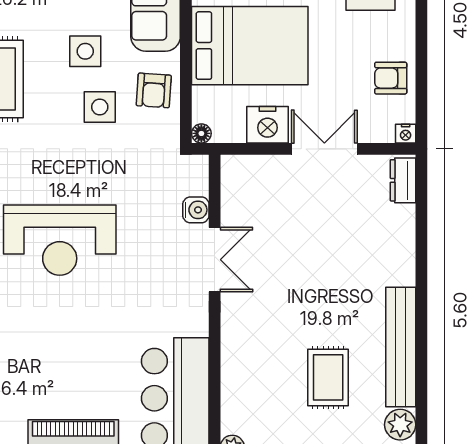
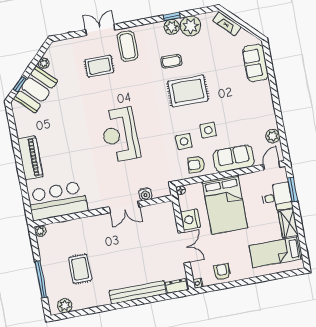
bench: (401, 347) -> (138, 292), moved
rug: (328, 377) -> (80, 269), turned 90

